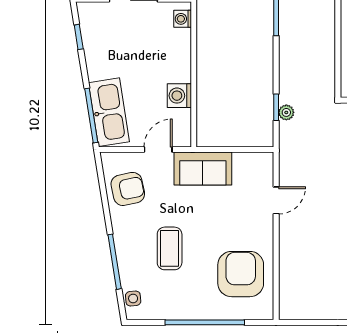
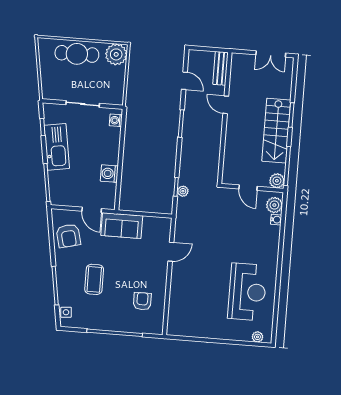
kitchen sink: (109, 112) -> (57, 147), moved
door: (158, 149) -> (92, 210), swing flipped
armchair: (128, 189) -> (68, 236), turned 88
armchair: (241, 274) -> (142, 301), width x0.53, depth x0.53

